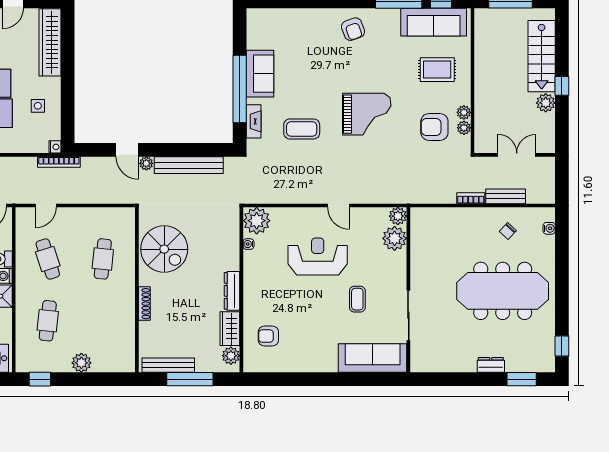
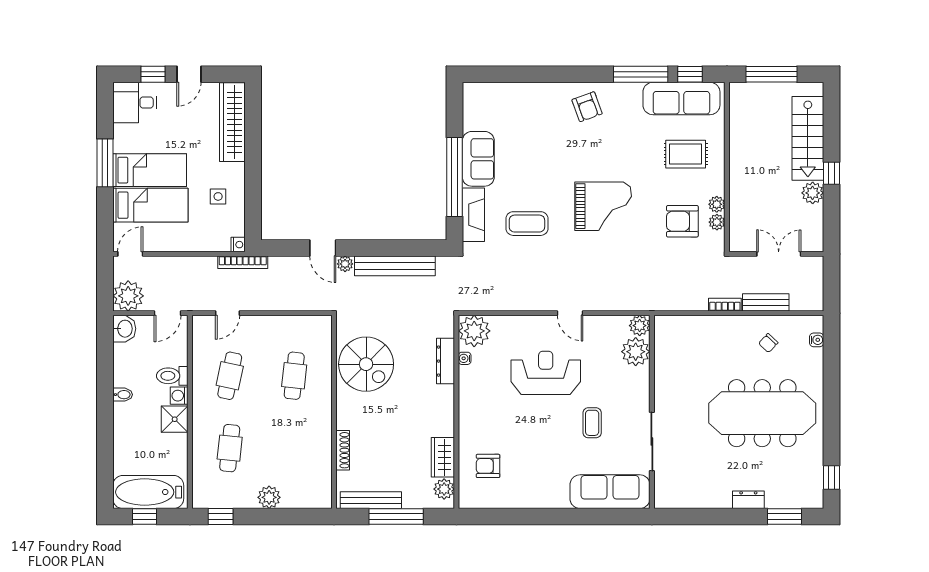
fireplace: (254, 121) -> (473, 215), width x1.37, depth x1.32
cafe table: (48, 259) -> (230, 376), turned 30
dresser: (232, 291) -> (446, 361), moved
shoe rack: (144, 304) -> (343, 450), moved

